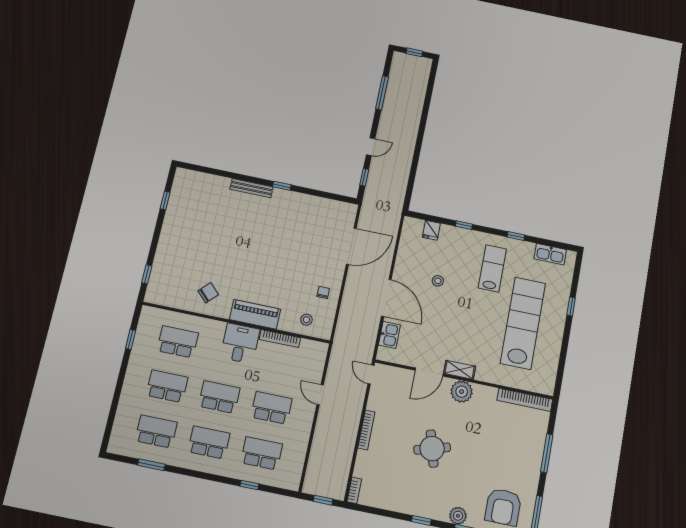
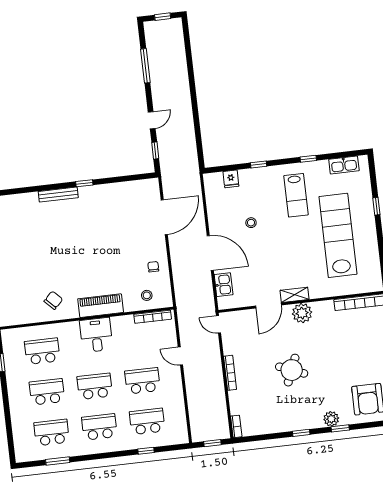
lab bench: (492, 268) -> (296, 195), turned 180
bookcase: (280, 339) -> (153, 317), moved
round table: (432, 449) -> (292, 370), turned 38

